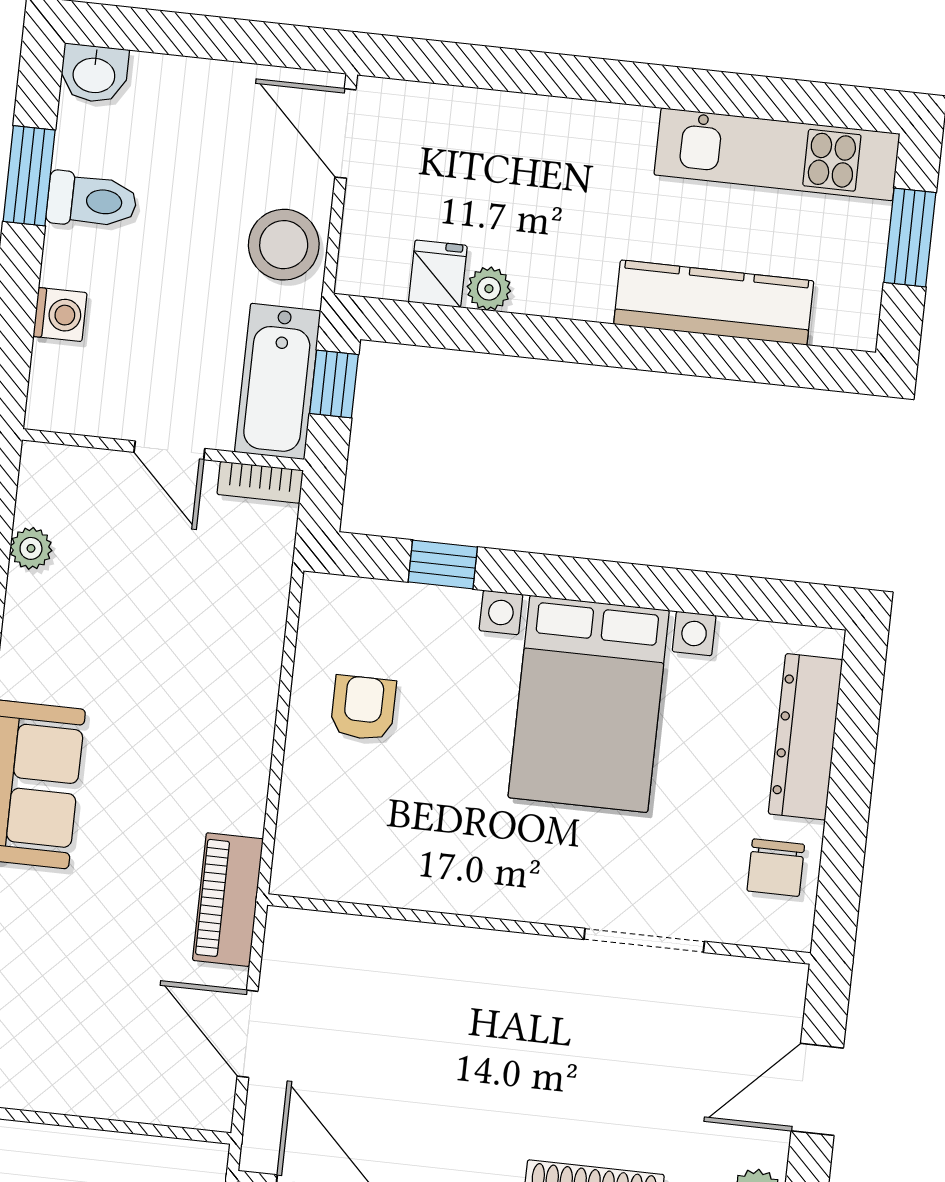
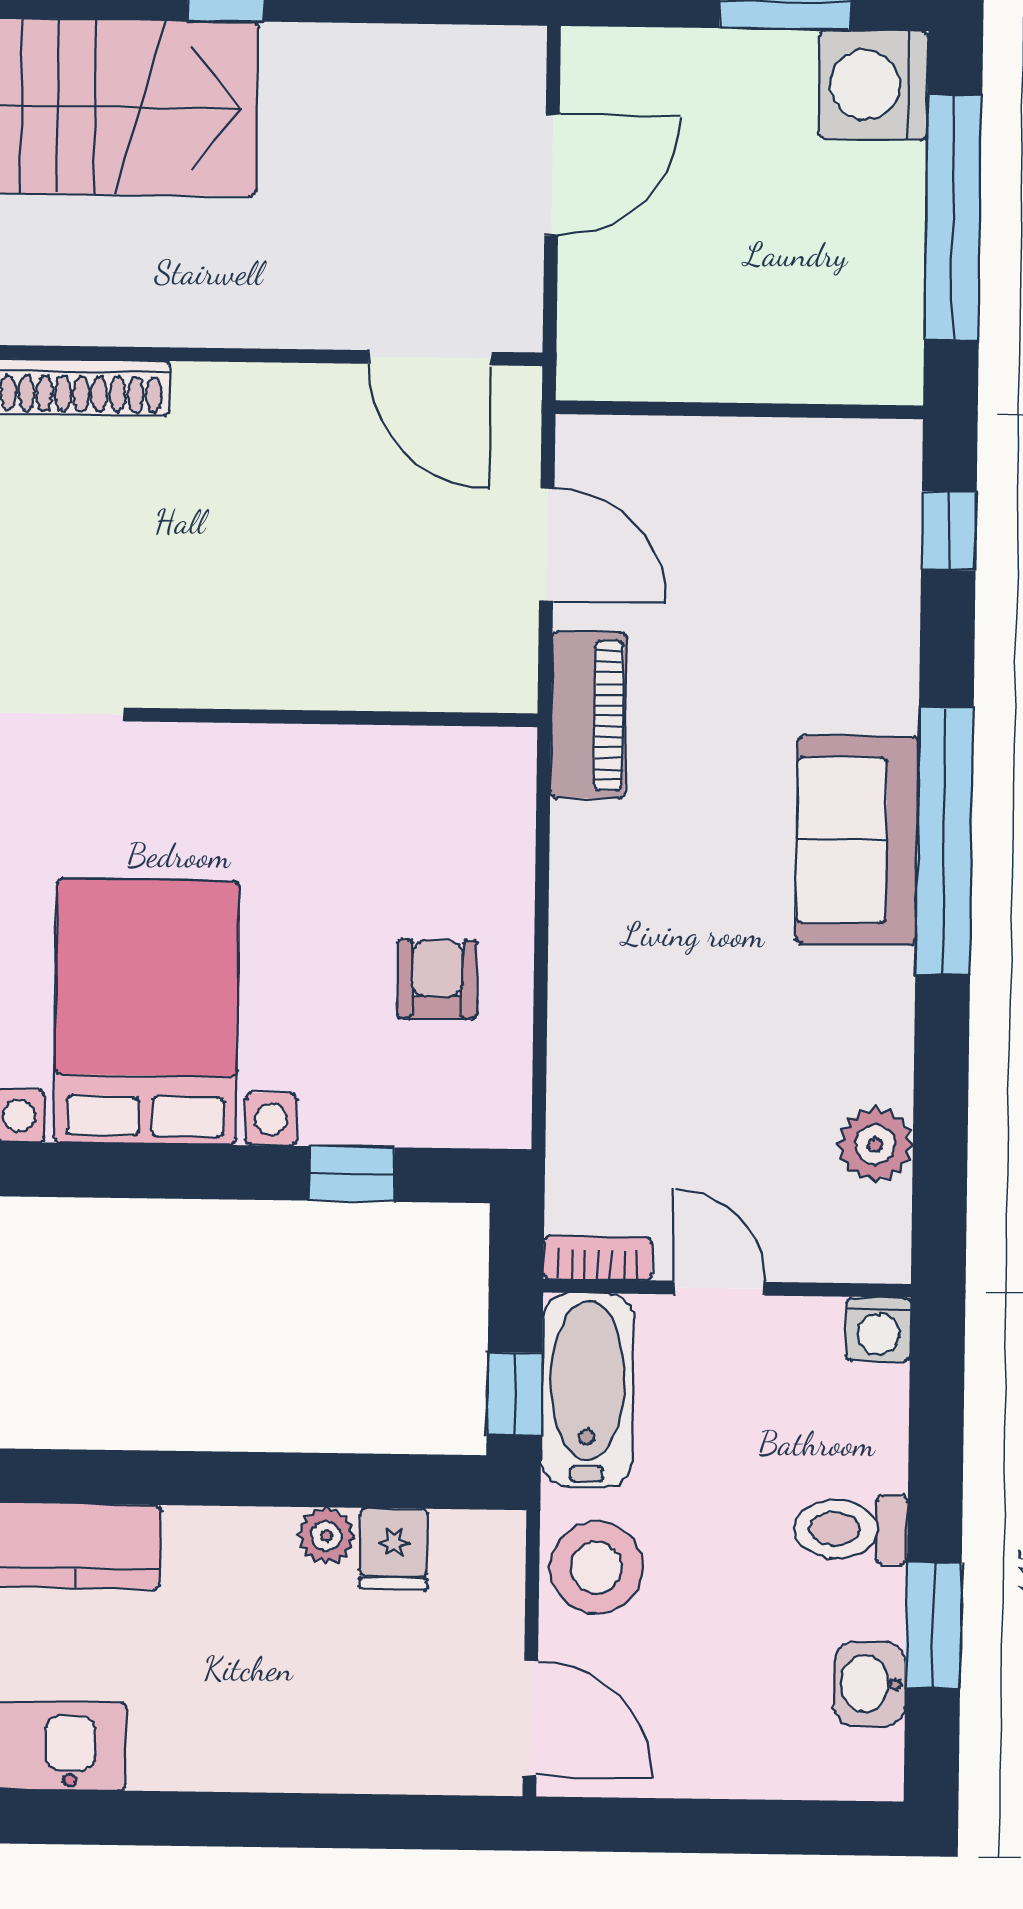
washbasin: (94, 74) -> (870, 1684), moved, turned -90
toilet: (92, 200) -> (851, 1529), moved
washing machine: (60, 315) -> (878, 1329), moved, turned -90
plant: (31, 548) -> (875, 1144), width x1.38, depth x1.38
armchair: (363, 708) -> (437, 979), turned 180

